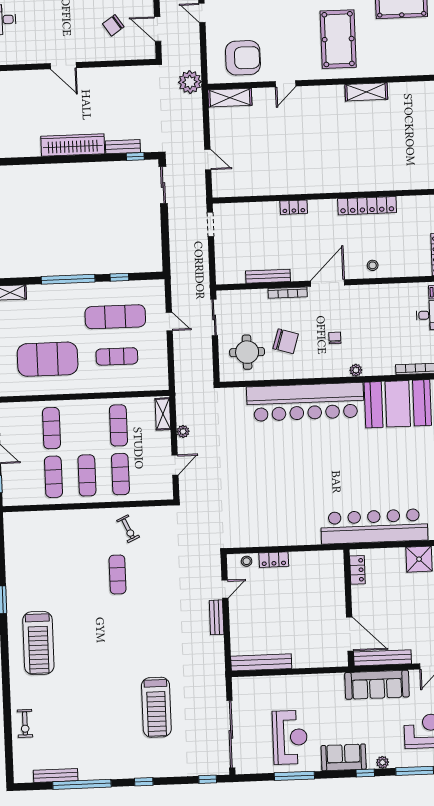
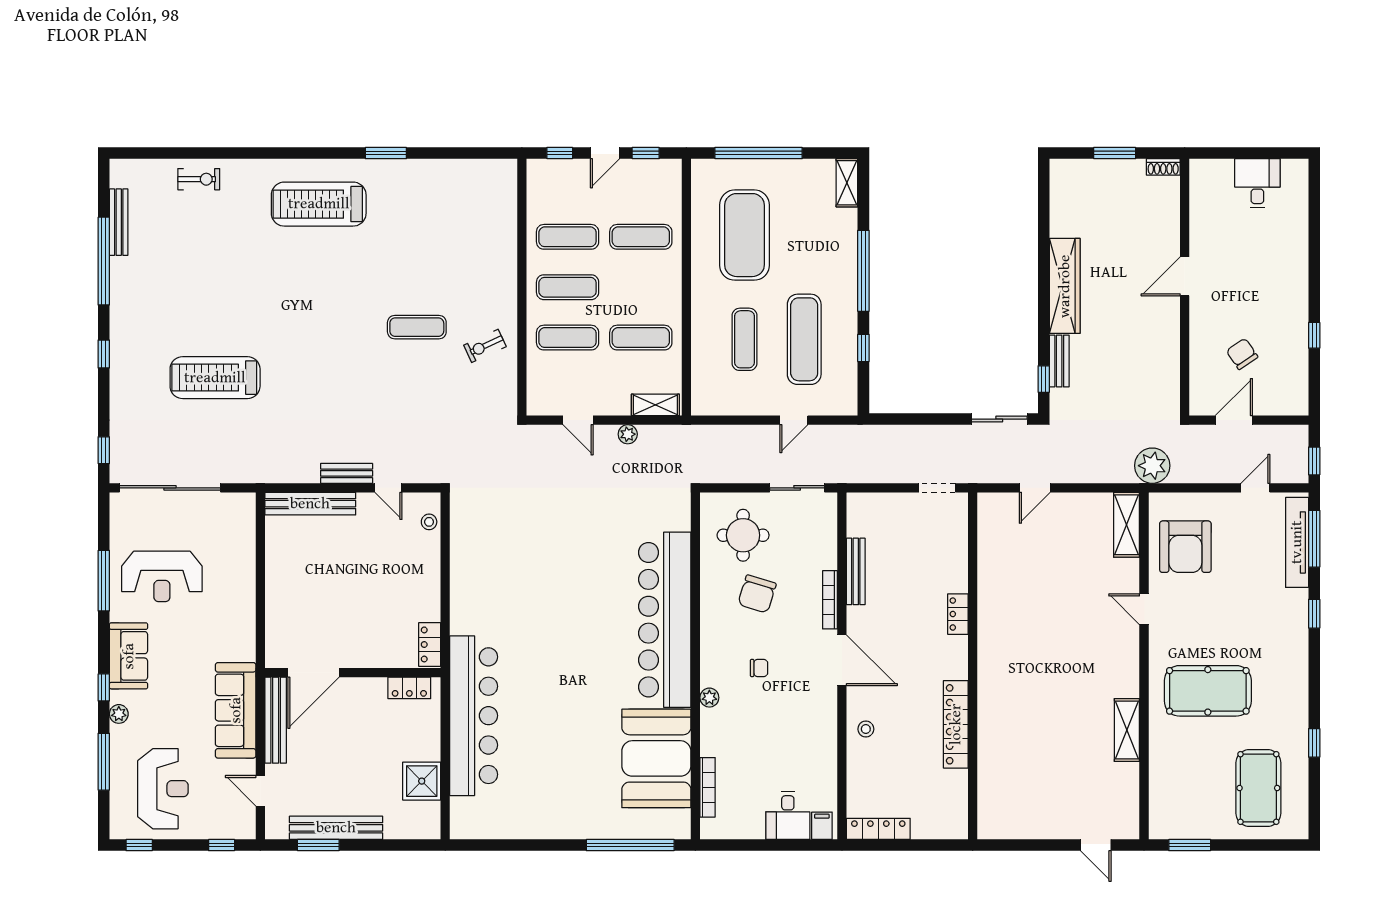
locker: (274, 560) -> (430, 644), moved
bench: (261, 662) -> (310, 504), moved, turned 90
exercise bike: (25, 723) -> (199, 179), turned 180

